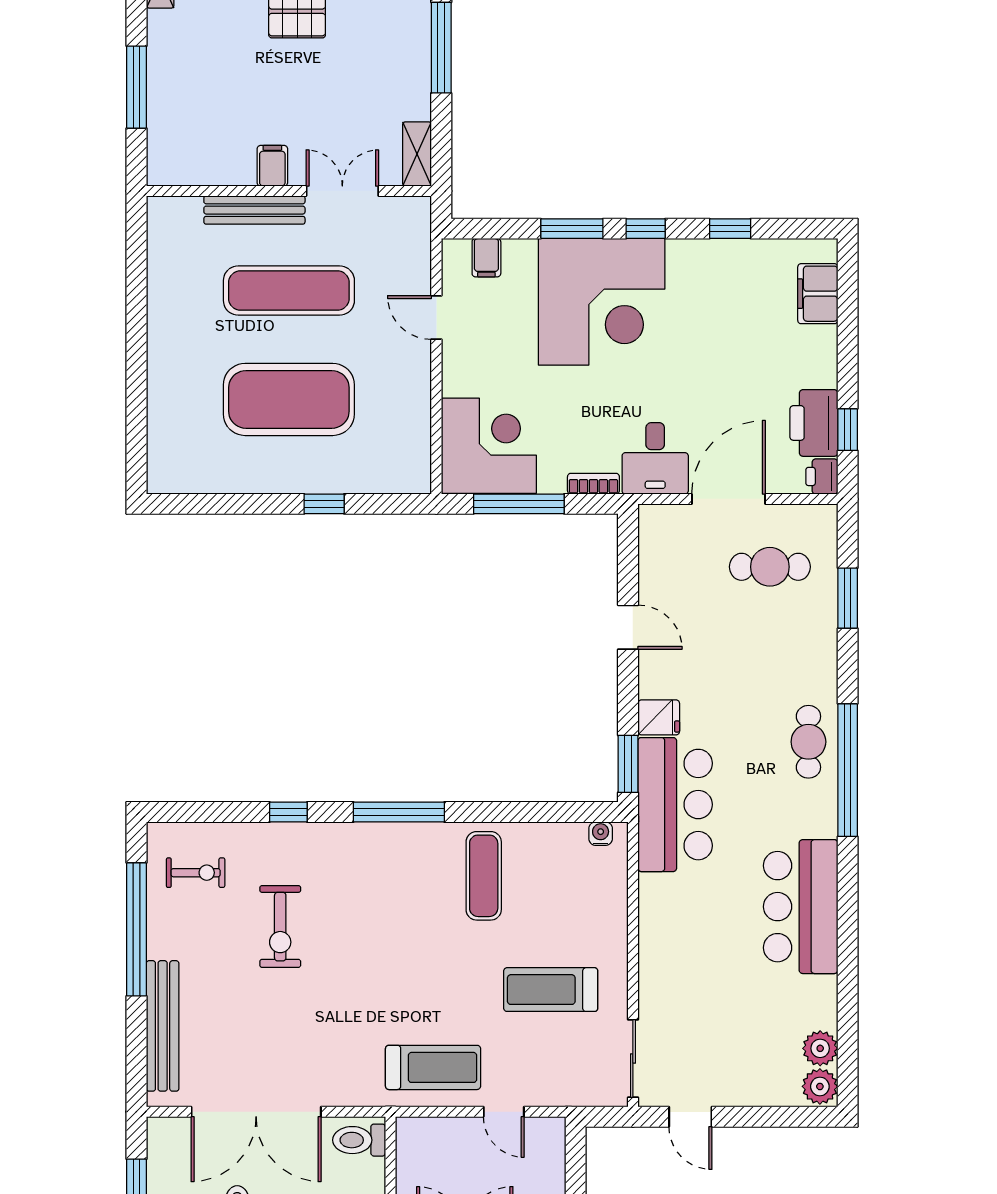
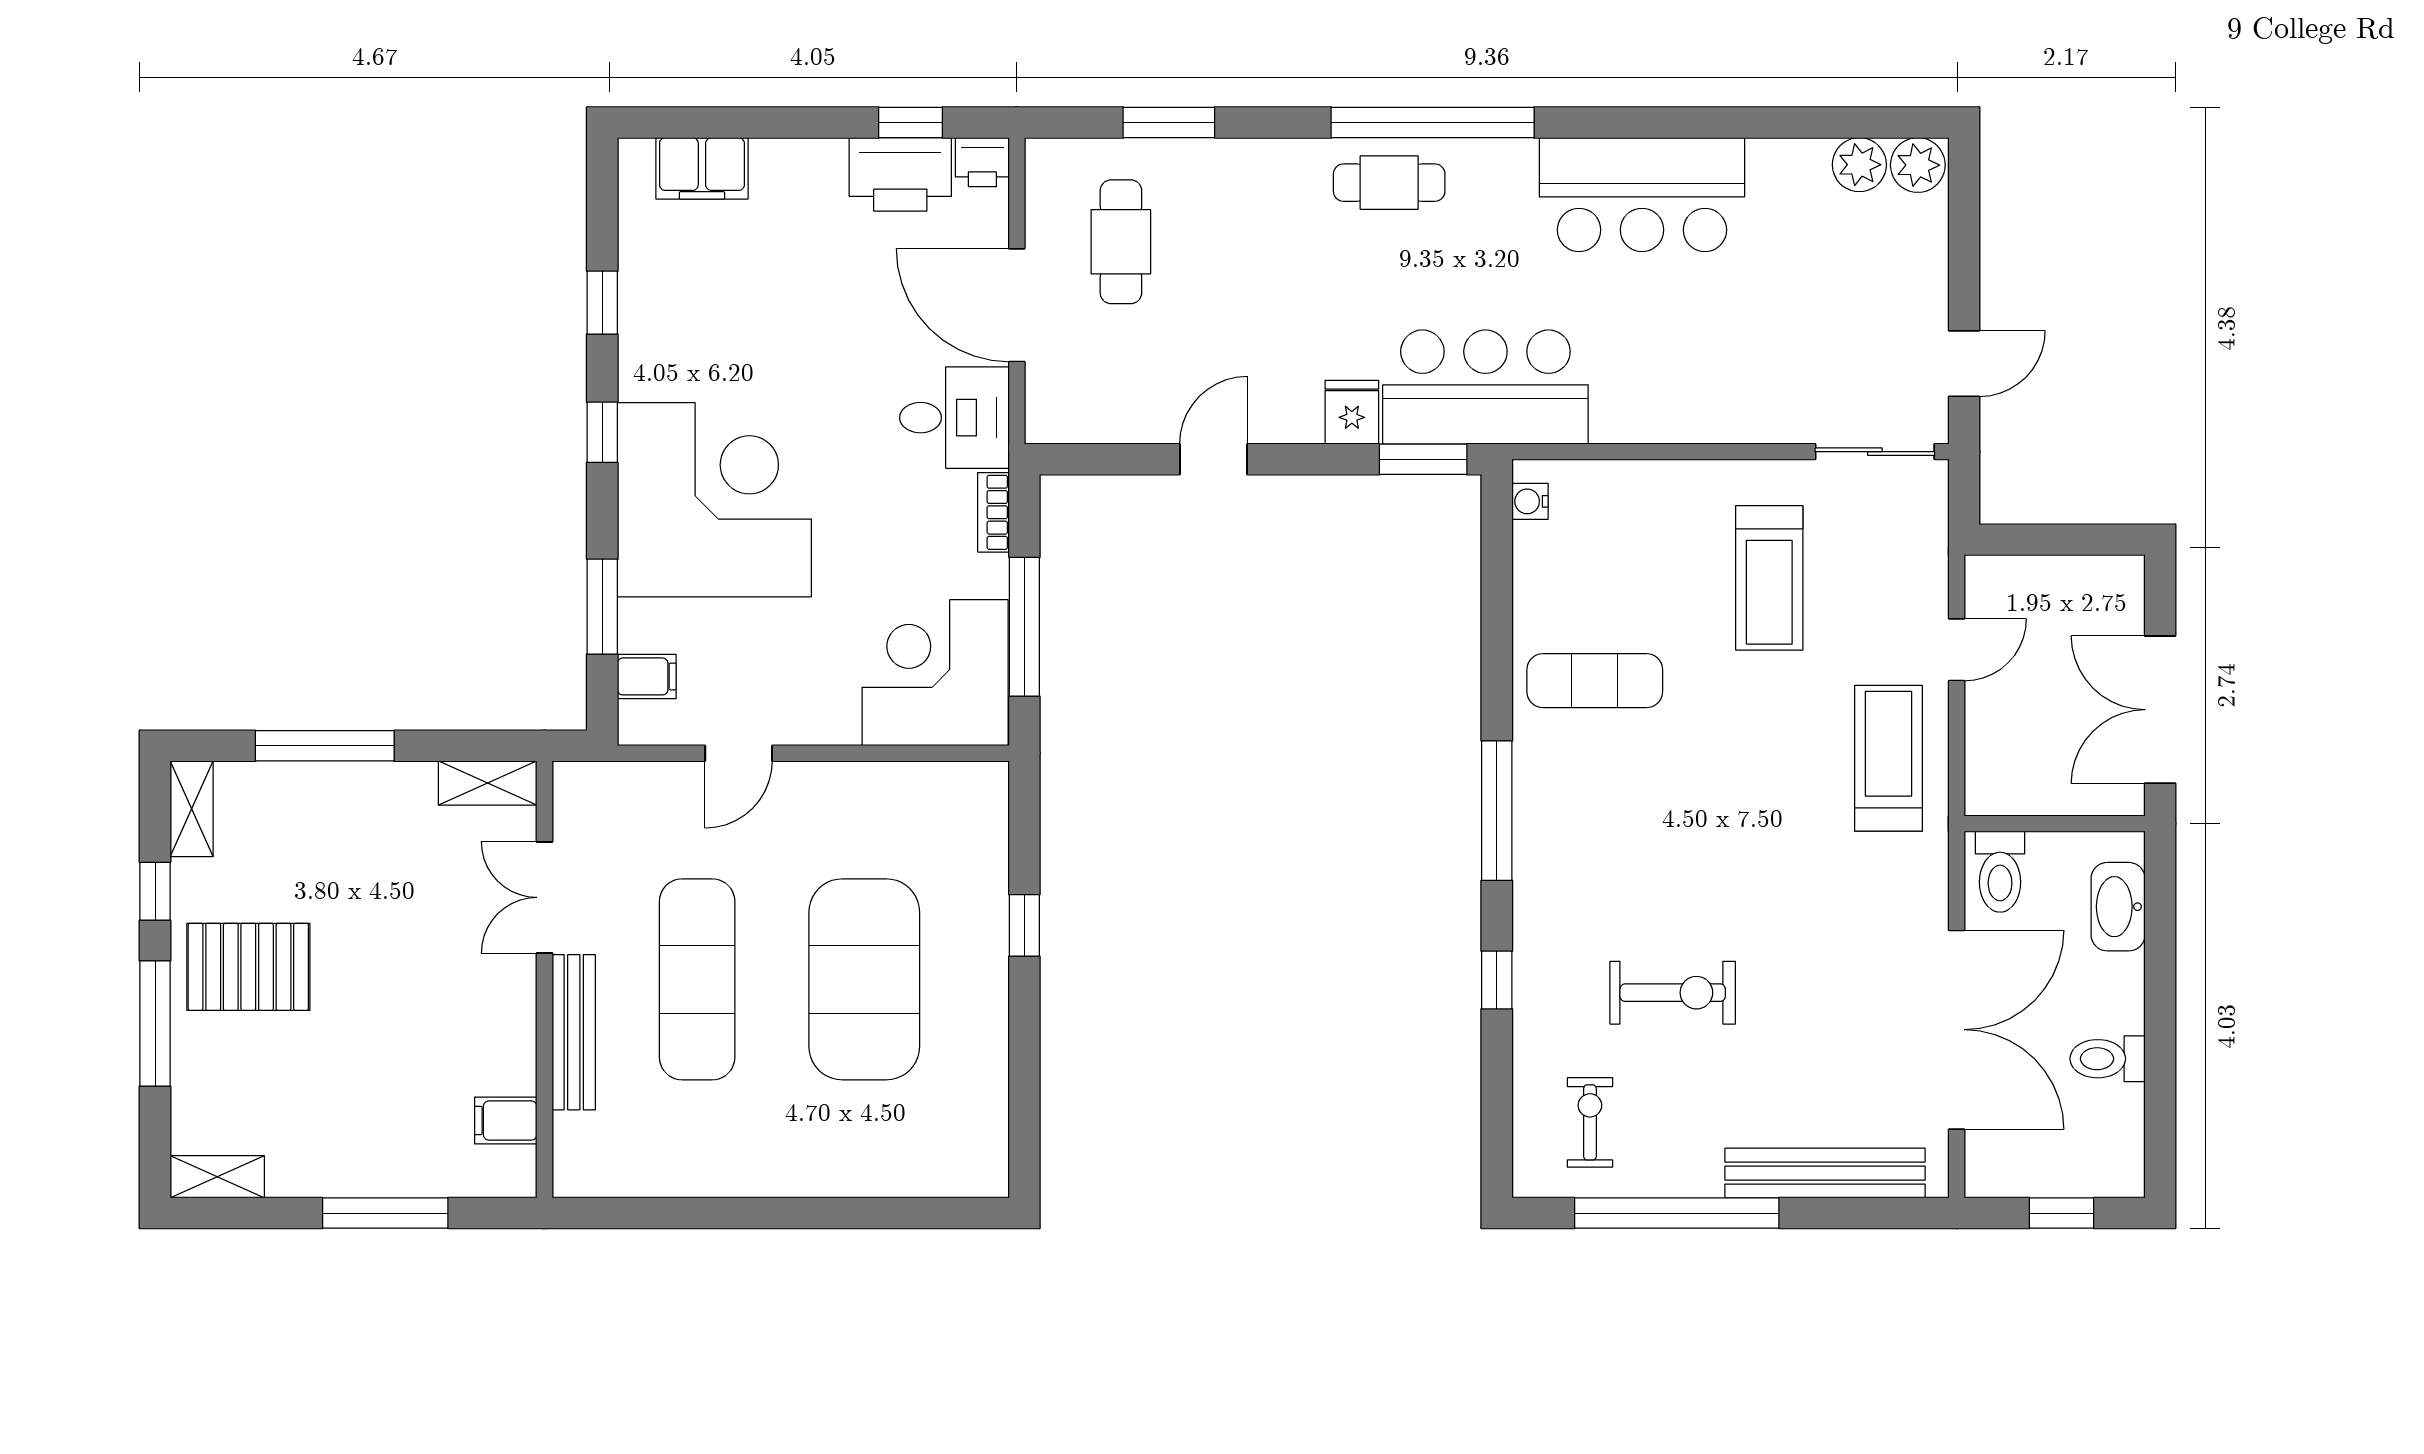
filing cabinet: (272, 166) -> (506, 1121), moved
window: (572, 229) -> (602, 607), moved

